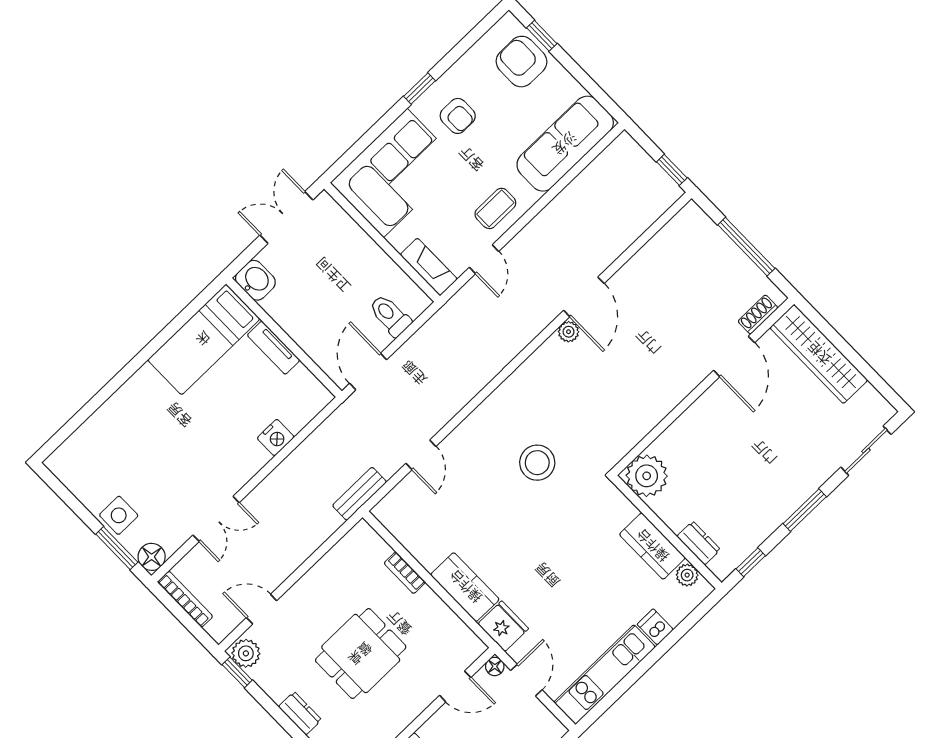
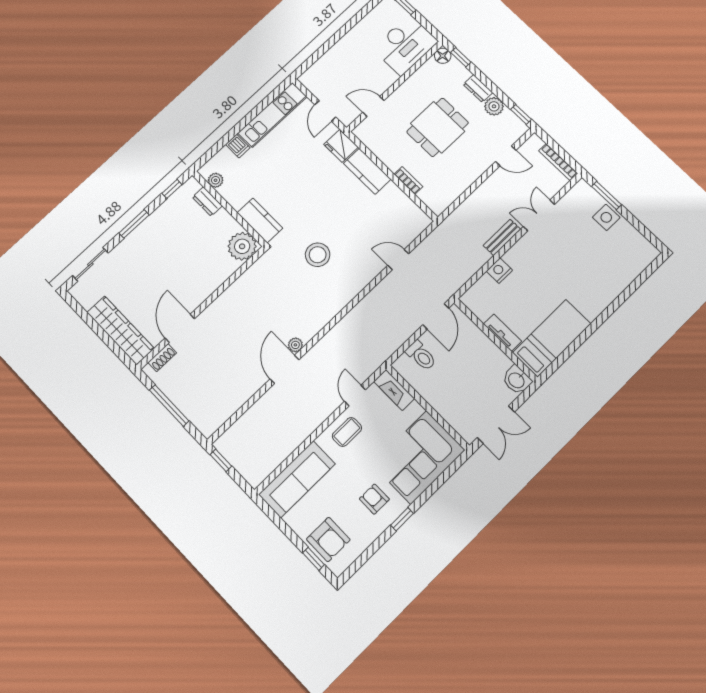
door: (421, 455) -> (398, 260), hinge flipped
bench: (359, 494) -> (502, 237), moved
kitchen counter: (652, 546) -> (260, 220), moved
floor lamp: (152, 557) -> (582, 190), removed
plant: (246, 653) -> (494, 106), moved
floor lamp: (495, 666) -> (347, 120), removed

